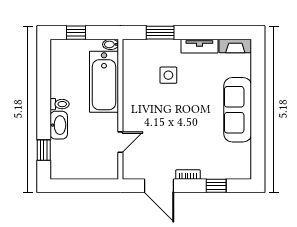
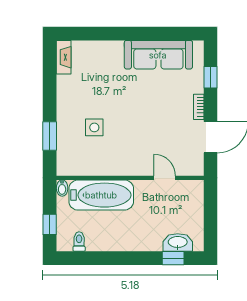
tv unit: (199, 46) -> (64, 95), removed
toilet: (60, 104) -> (79, 242), moved
sofa: (238, 110) -> (158, 55), moved
washbasin: (59, 125) -> (178, 243), moved

